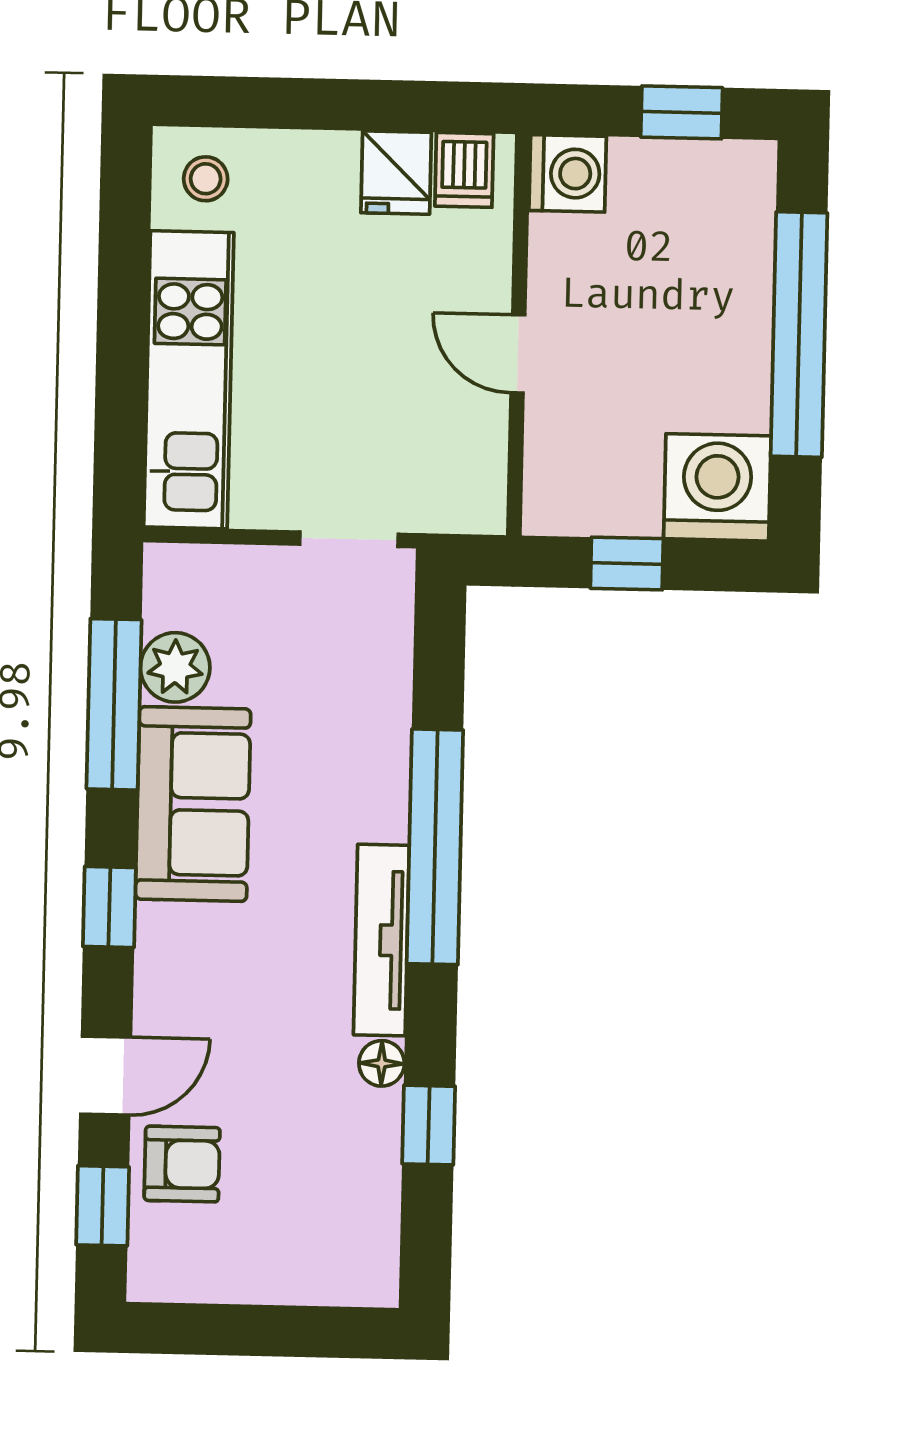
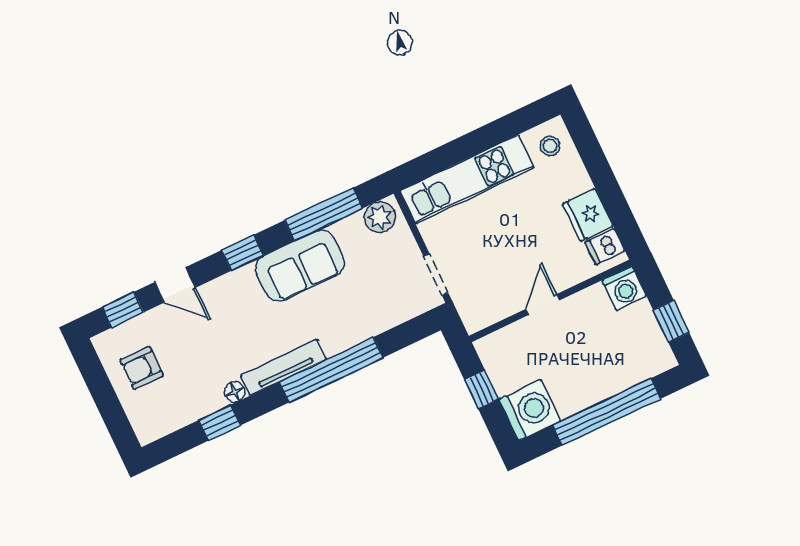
fridge: (396, 173) -> (588, 215), width x1.38
plant: (175, 667) -> (380, 217), moved
armchair: (182, 1164) -> (142, 368), moved, turned 90

